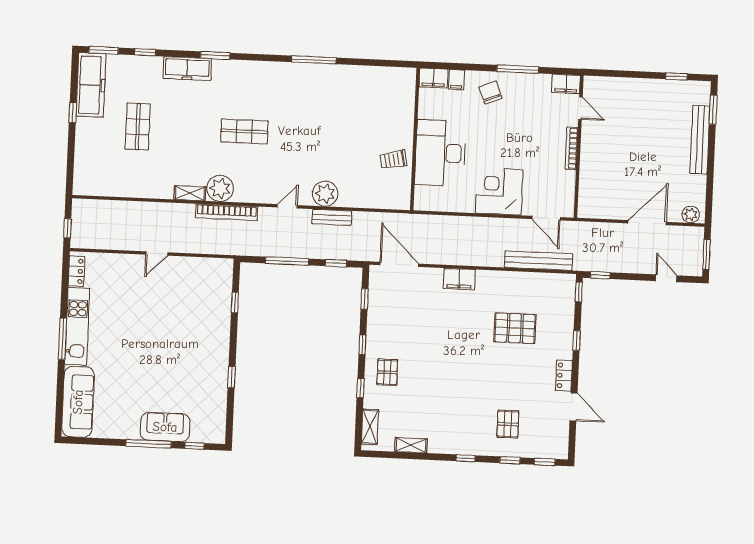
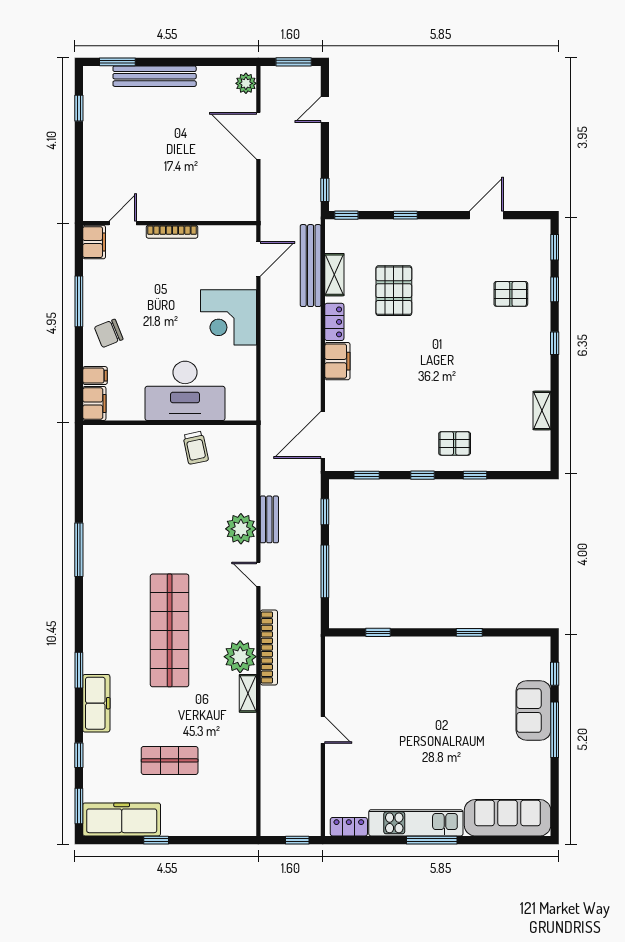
shop shelf: (244, 131) -> (170, 630), width x2.00, depth x1.36
locker: (564, 375) -> (334, 322), moved, turned -90
shelving: (370, 427) -> (334, 275), moved, turned 90

